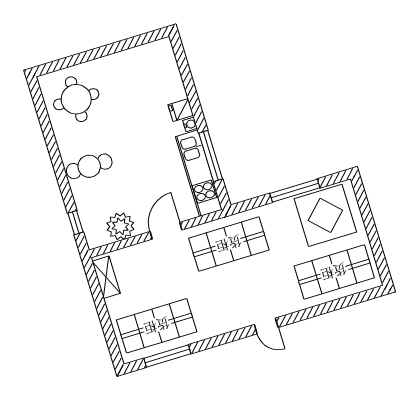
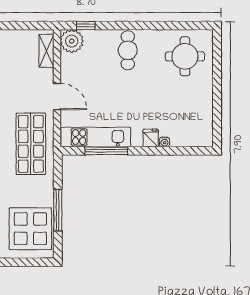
water cooler: (190, 124) -> (164, 142), moved
plant: (120, 226) -> (72, 41), moved
shelving: (106, 277) -> (46, 51), moved, turned 90

